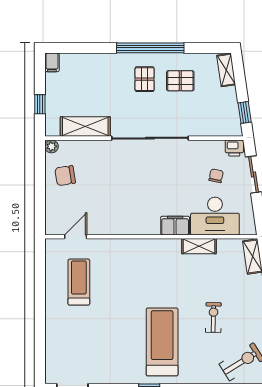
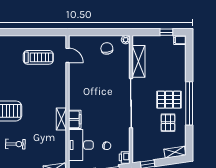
pallet: (145, 79) -> (169, 100), width x1.50, depth x1.42
window: (40, 104) -> (166, 32), moved
shelving: (199, 246) -> (61, 119), moved

